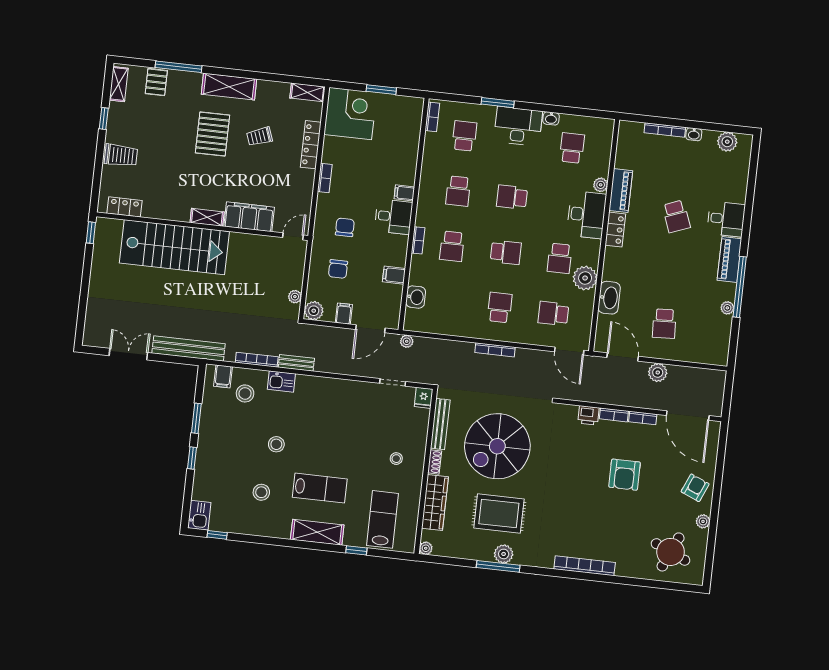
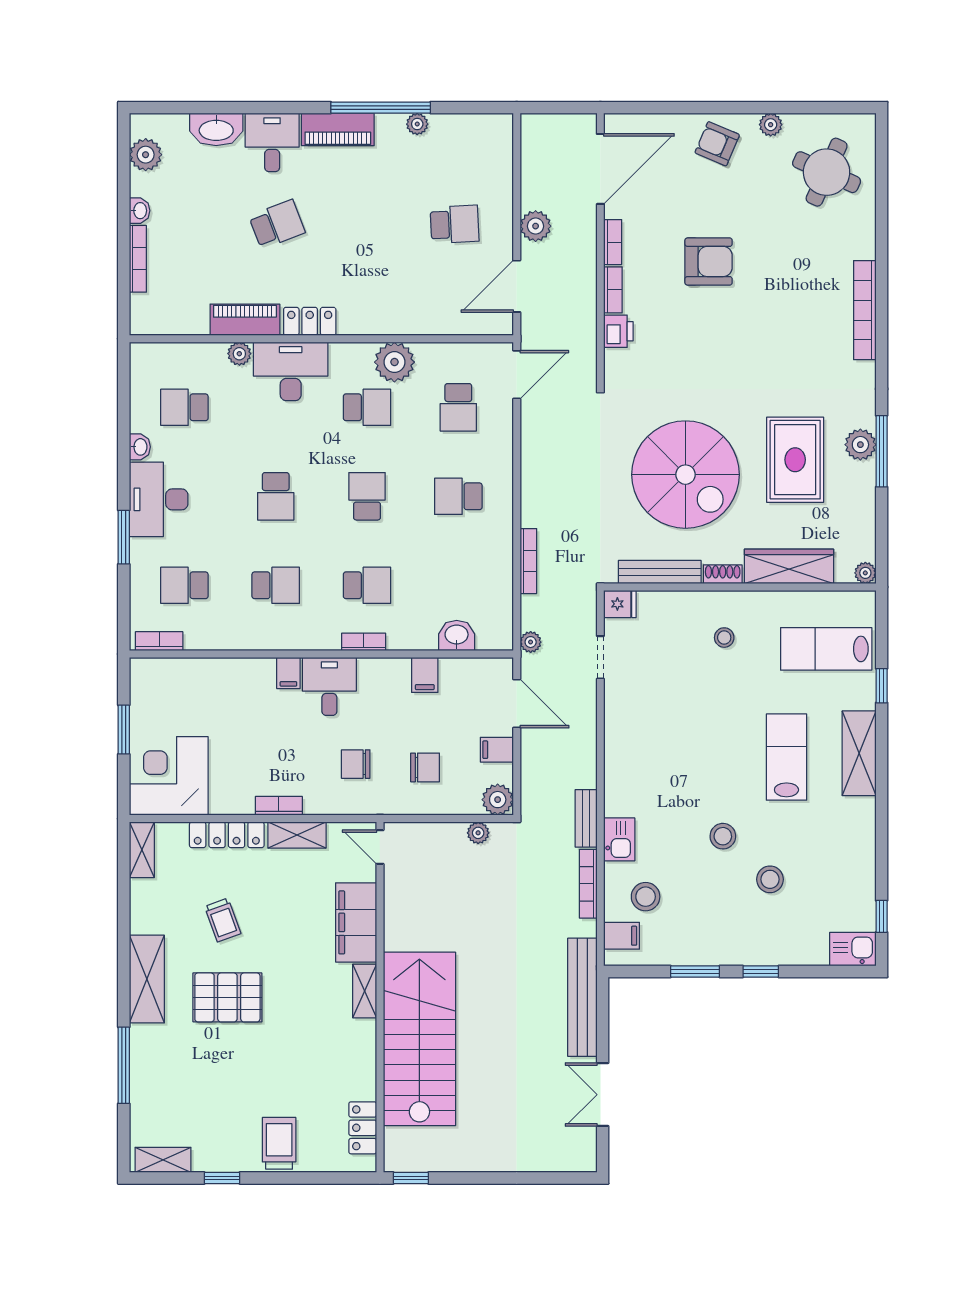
pallet: (156, 82) -> (153, 1099), removed
shelving: (306, 187) -> (297, 835), added
washbasin: (609, 298) -> (216, 129), moved, turned 180
bookcase: (495, 350) -> (528, 561), moved
stool: (261, 492) -> (770, 879), moved

